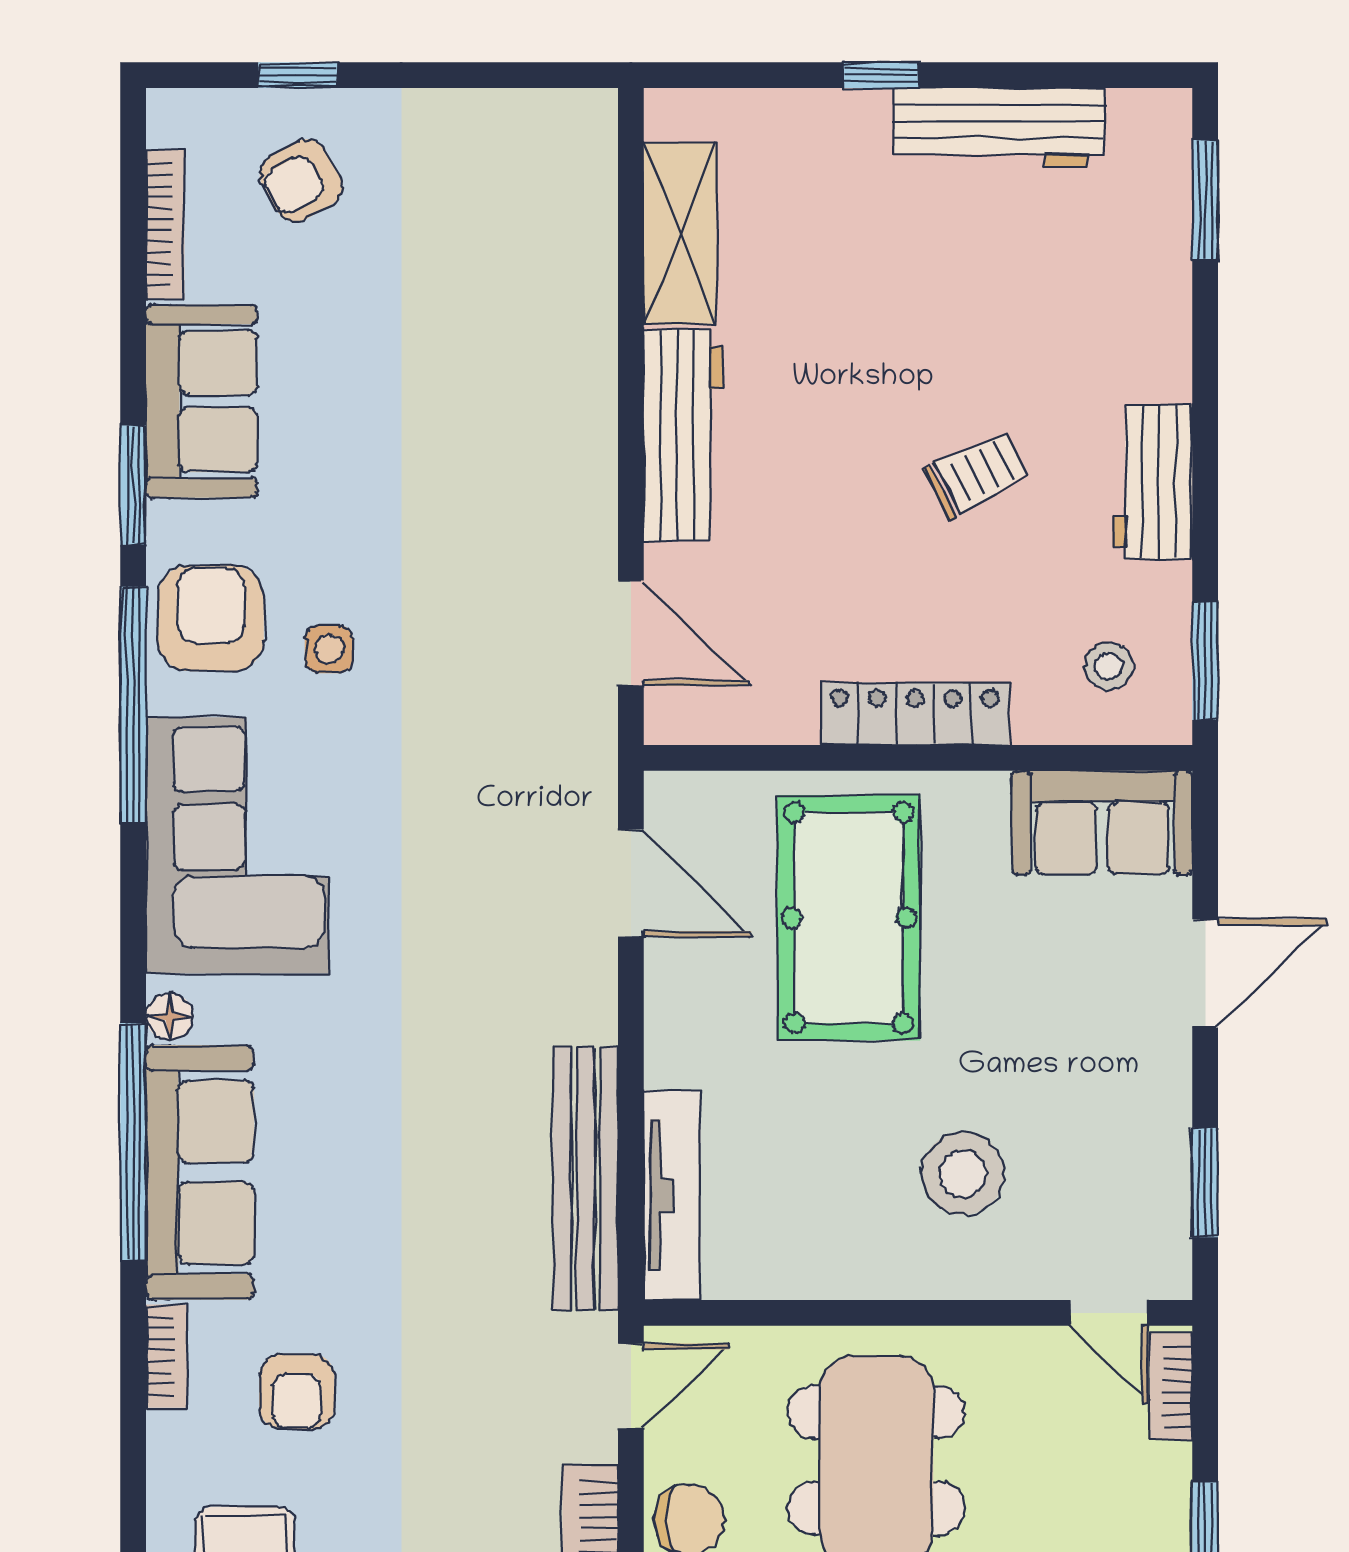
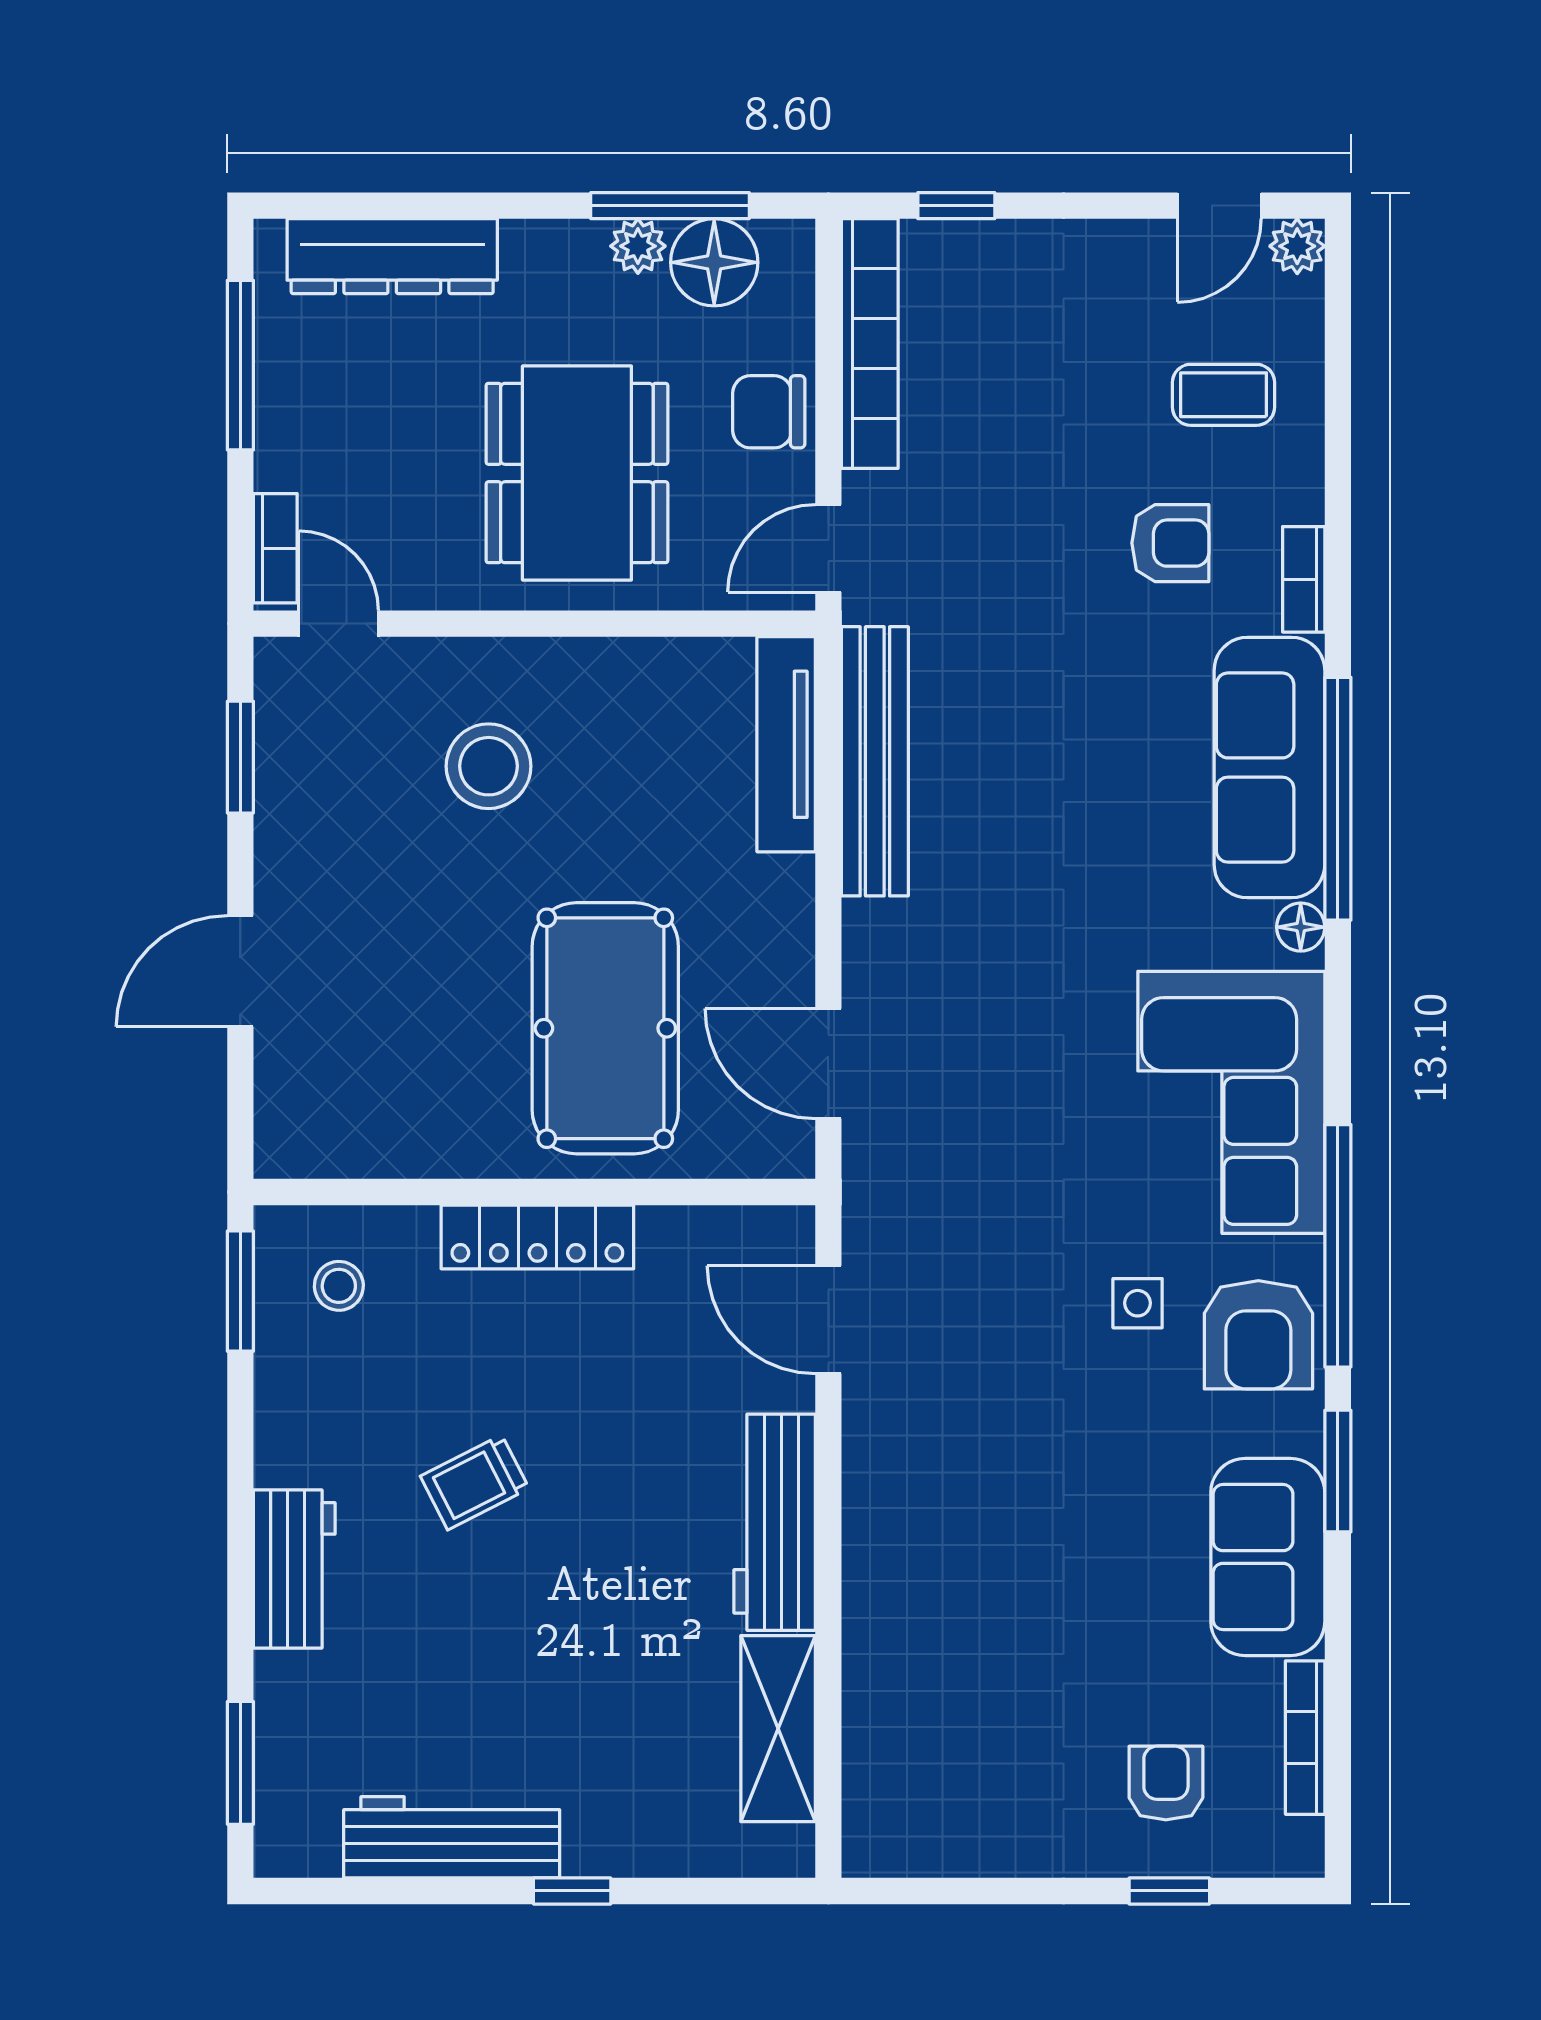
armchair: (301, 180) -> (1166, 1783), turned -60
workbench: (1152, 482) -> (294, 1569), moved
sofa: (1102, 823) -> (346, 1126), removed
armchair: (297, 1392) -> (1170, 543), turned 90

